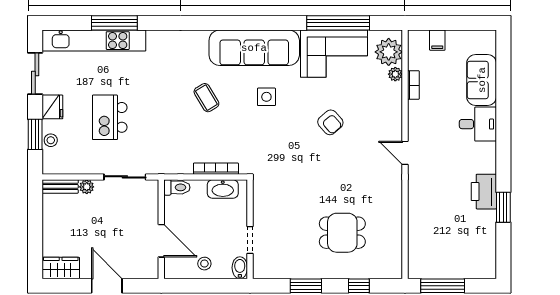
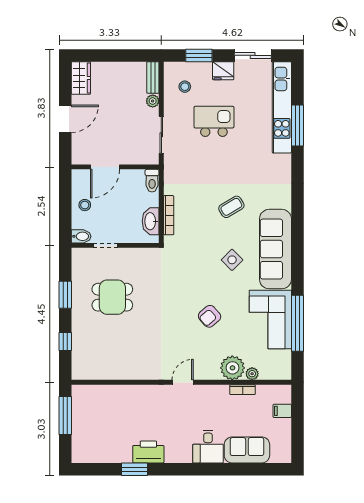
plant: (389, 52) -> (232, 368), moved
side table: (266, 97) -> (232, 260), turned 45
stool: (51, 140) -> (185, 87), moved
dining table: (342, 233) -> (112, 297), moved, turned 90

